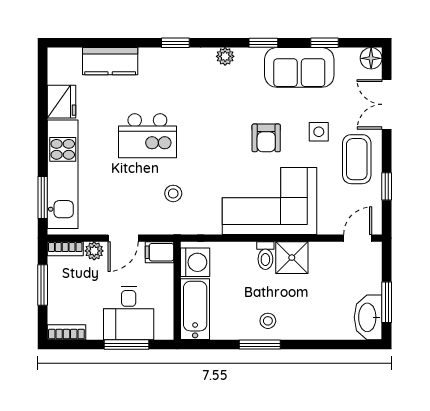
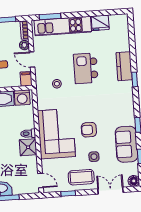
plant: (225, 56) -> (129, 106), removed
kitchen counter: (110, 61) -> (124, 66), moved

